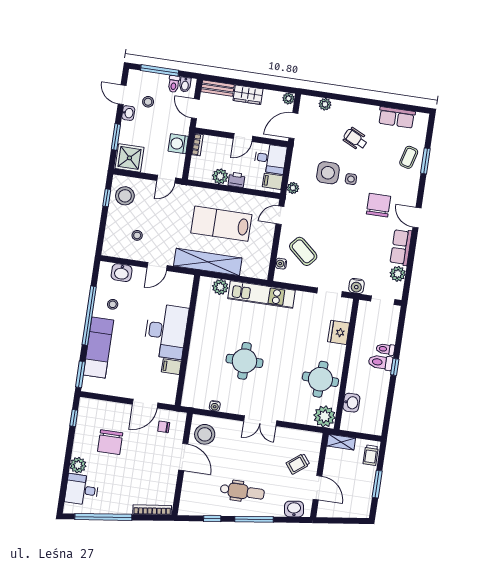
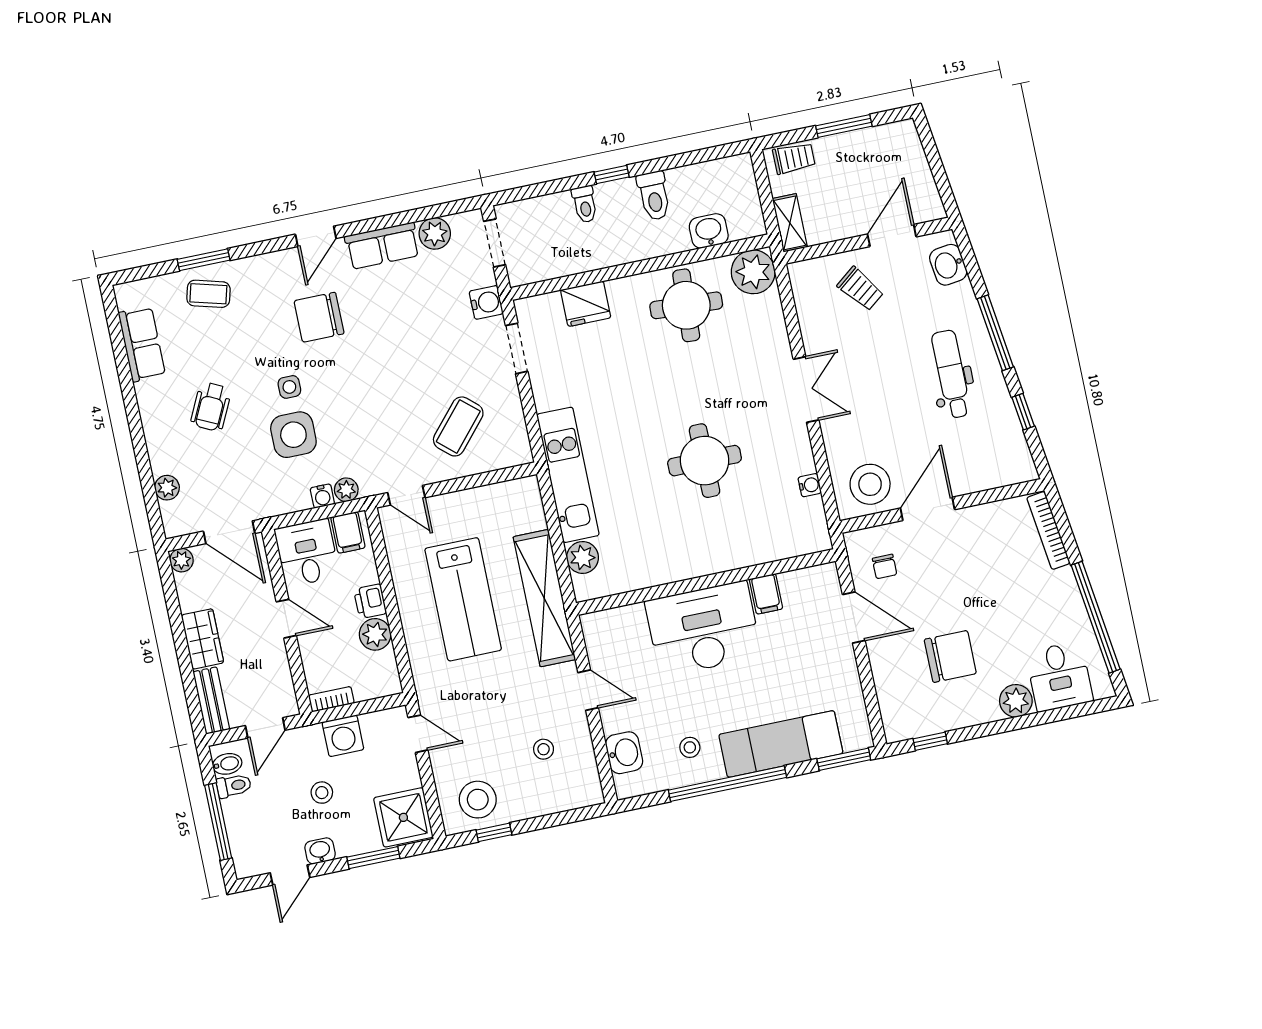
stool: (148, 102) -> (322, 793), moved
water cooler: (281, 264) -> (322, 496), moved
toilet: (380, 362) -> (654, 196), moved

